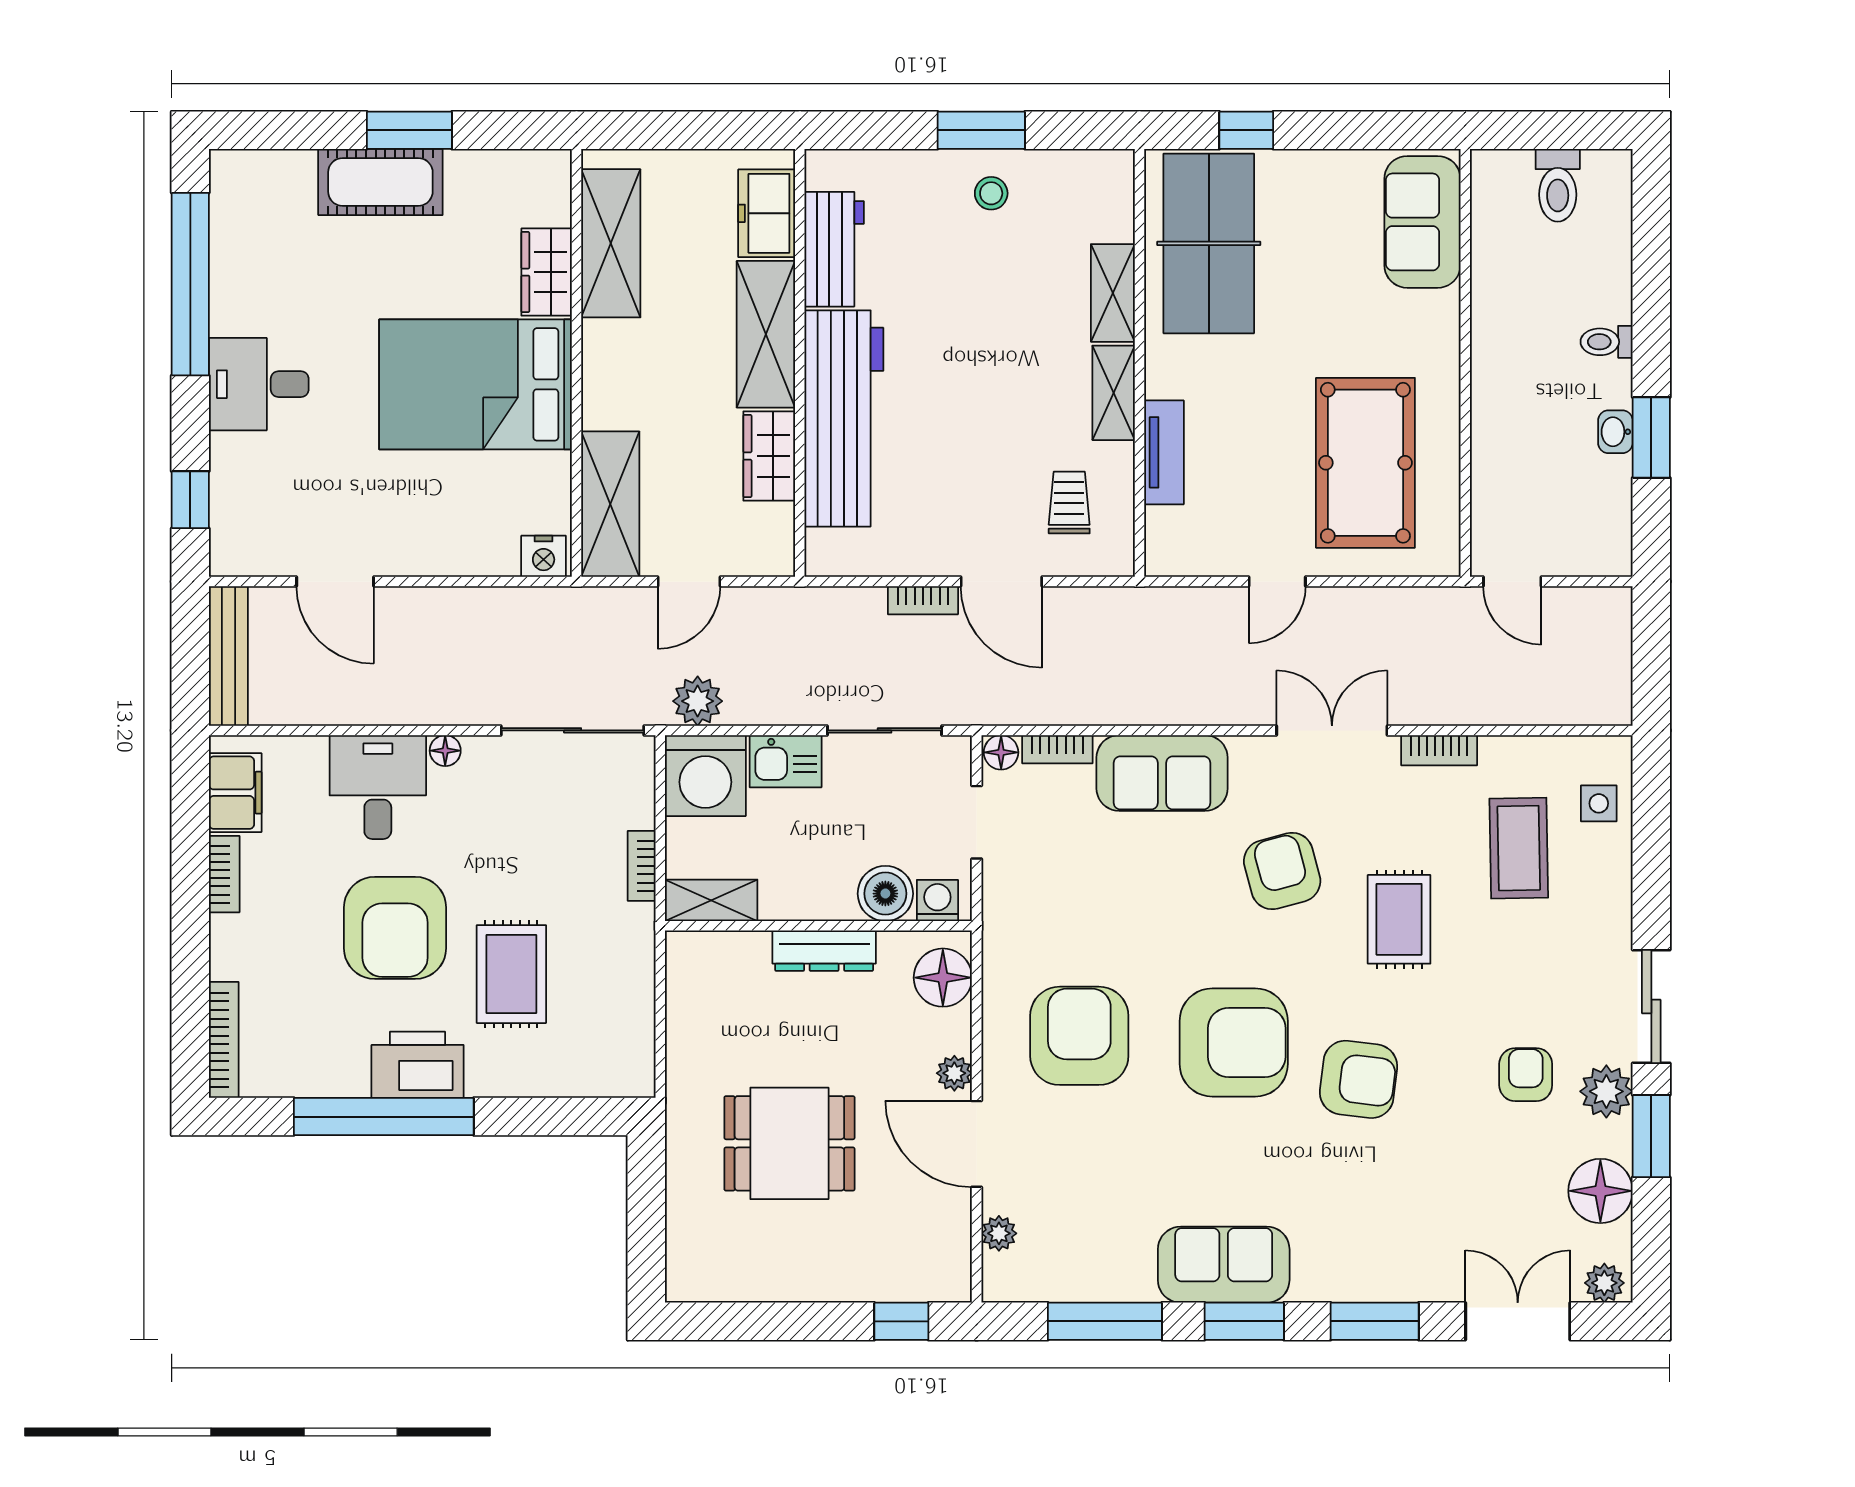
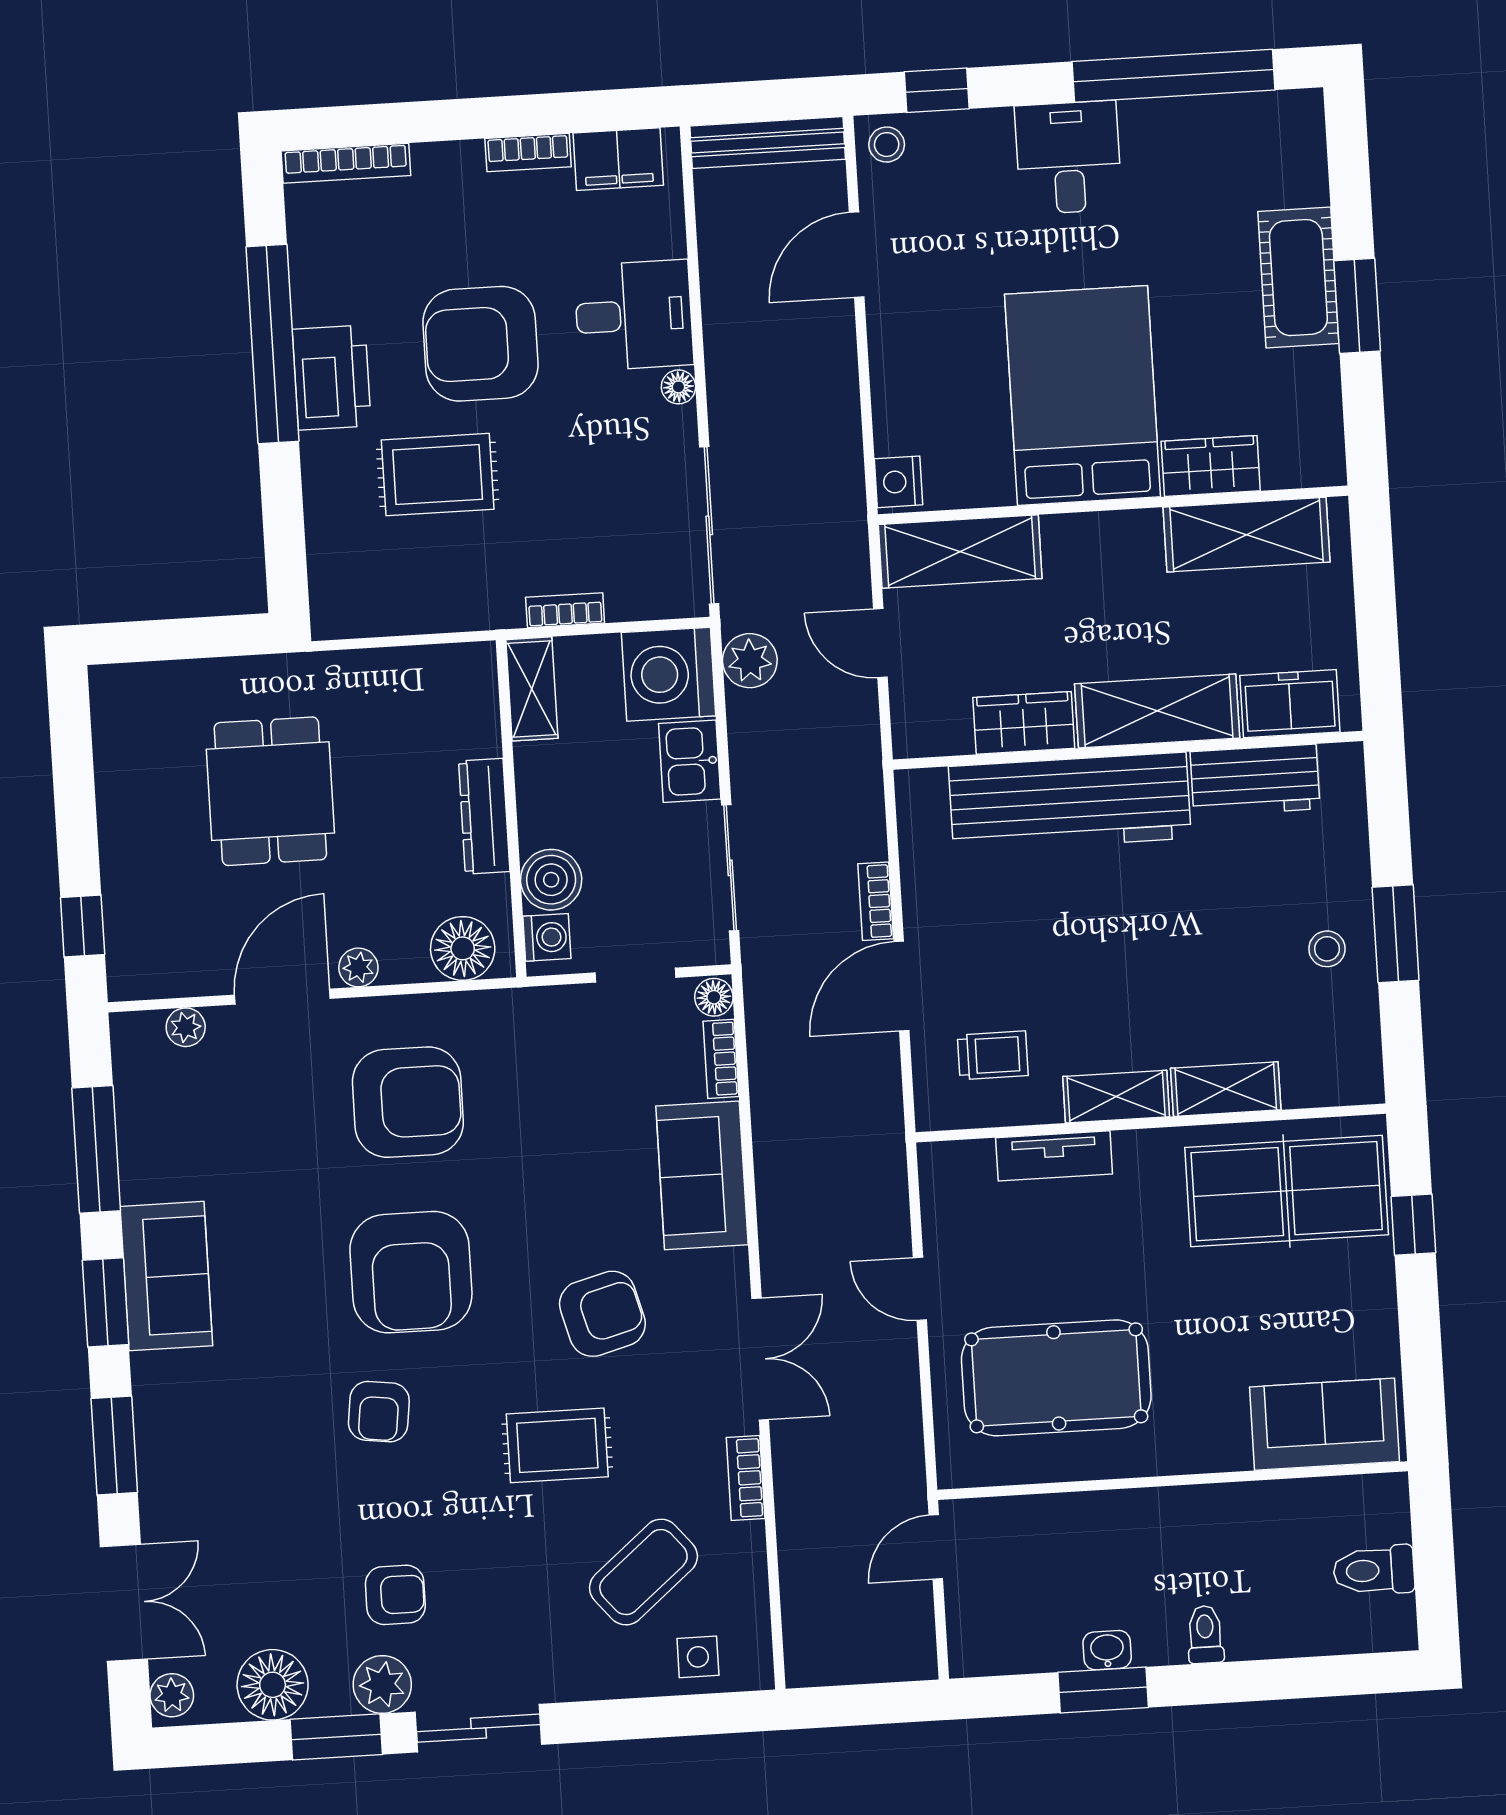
stool: (237, 548) -> (887, 145), added
coffee table: (1519, 848) -> (643, 1572), turned -39
armchair: (1358, 1079) -> (379, 1412), width x0.72, depth x0.72

